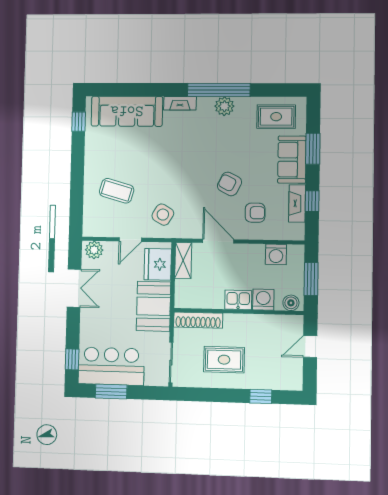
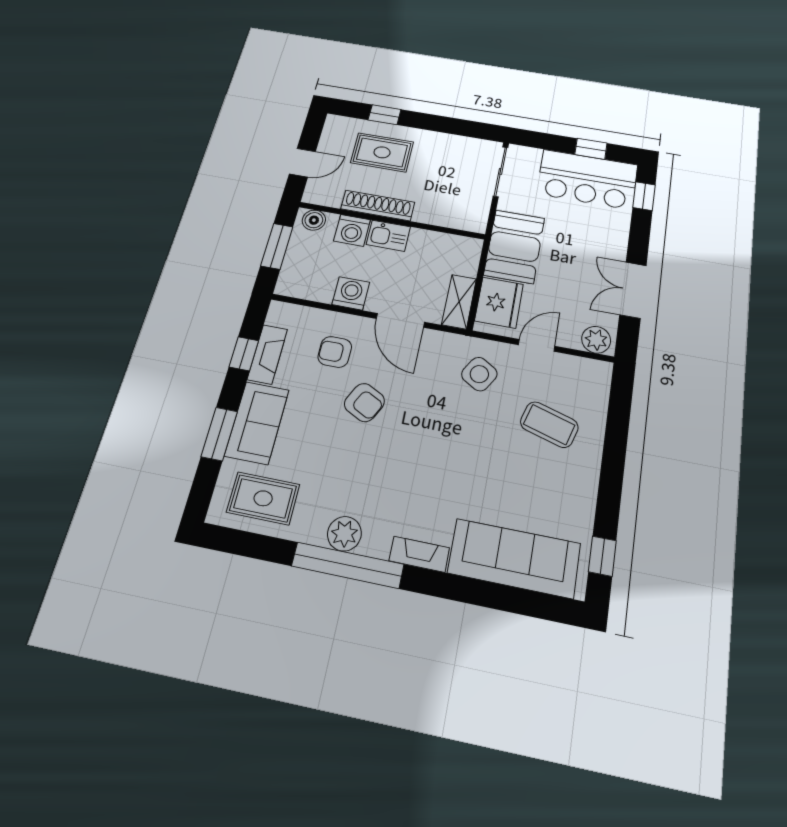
washing machine: (276, 254) -> (351, 293), moved
shoe rack: (198, 320) -> (378, 206), moved
rug: (224, 360) -> (382, 152), moved
window: (111, 392) -> (591, 149), width x0.67

